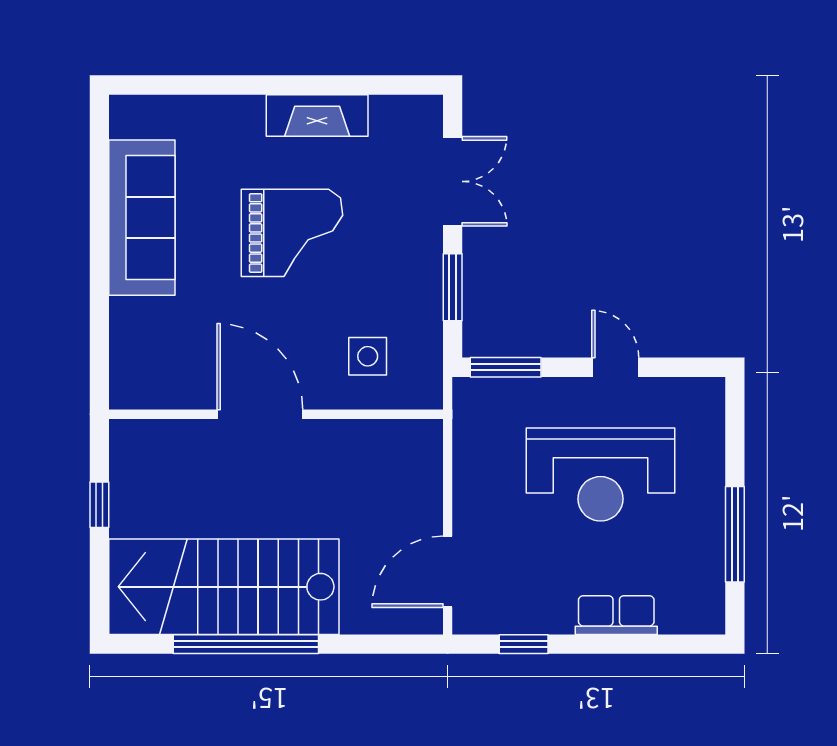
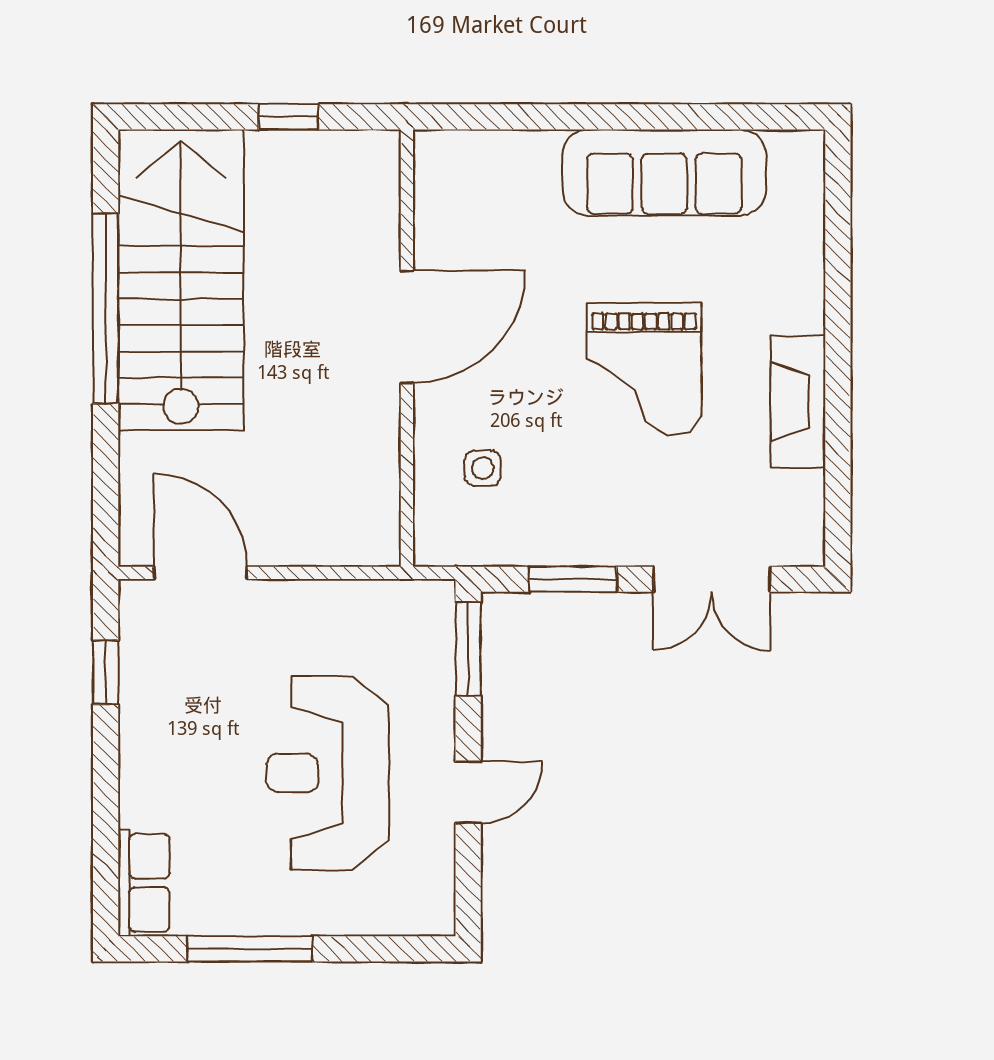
side table: (368, 356) -> (483, 468), width x0.73, depth x0.73
row of seats: (616, 615) -> (144, 883), moved

